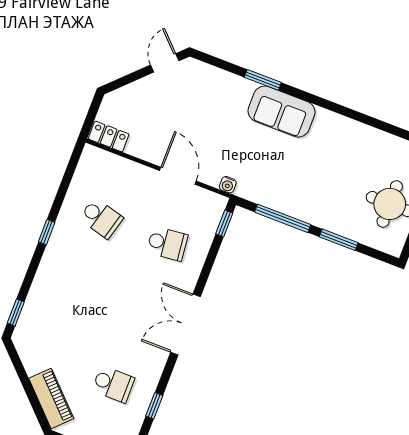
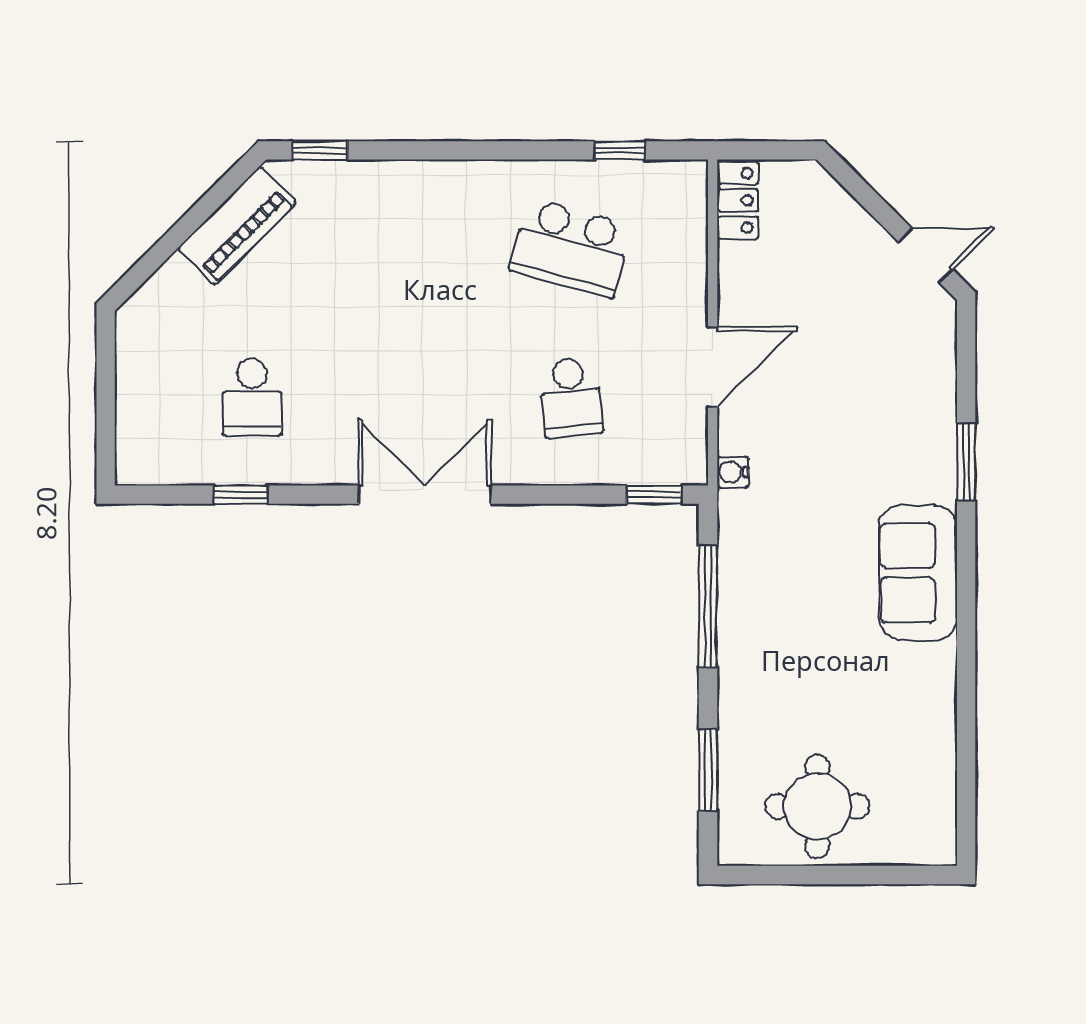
sofa: (282, 112) -> (918, 573), moved
school desk: (101, 218) -> (571, 248), width x1.85
window: (47, 232) -> (620, 150), moved
window: (339, 240) -> (708, 770), moved
piano: (51, 398) -> (237, 226), moved

